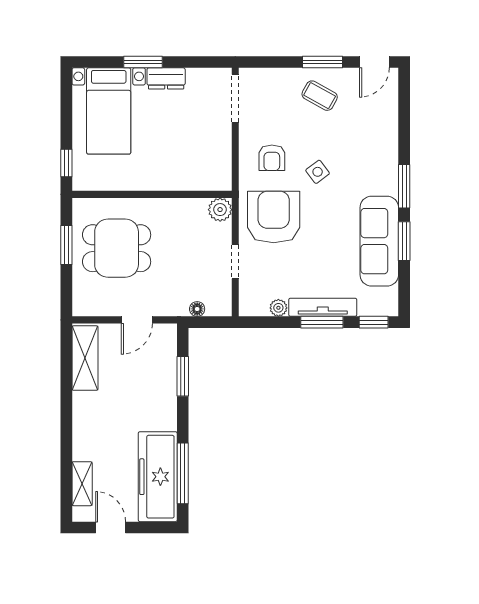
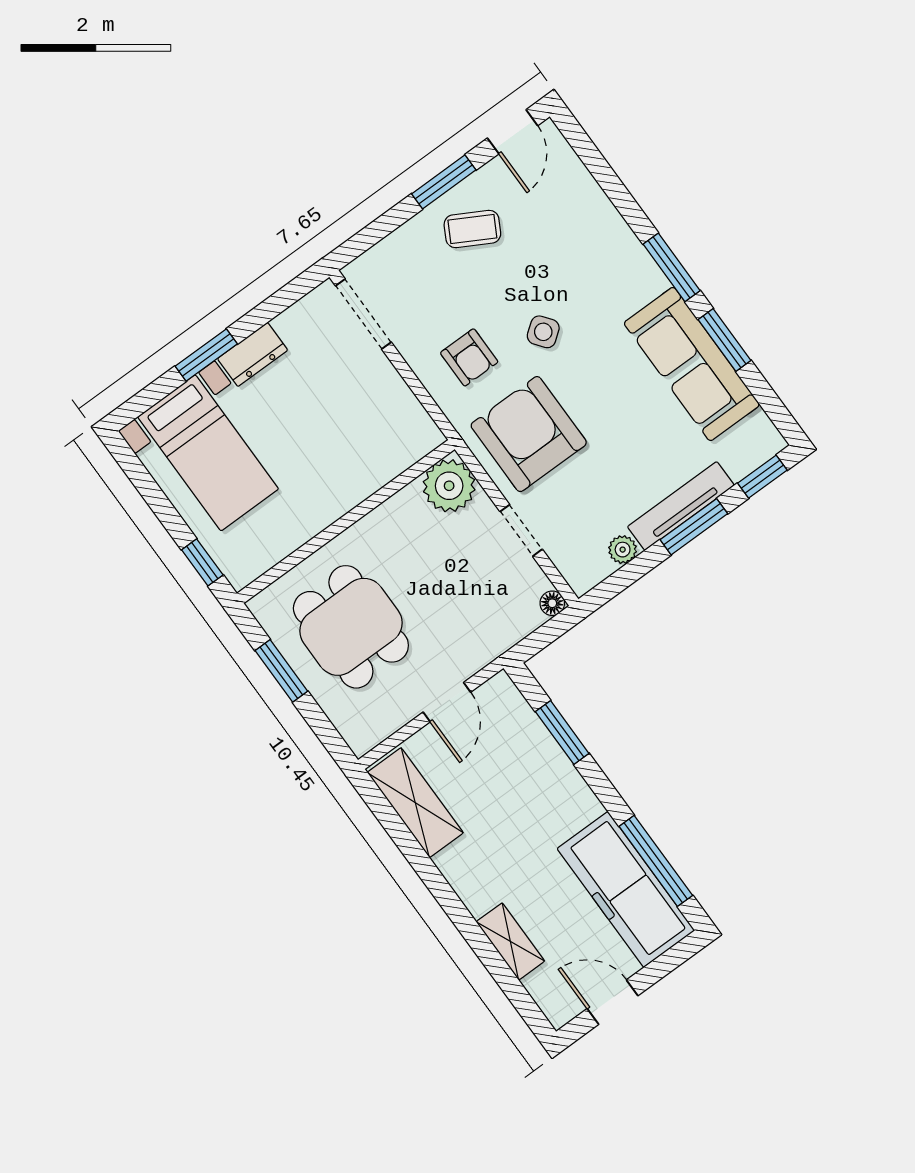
plant: (220, 210) -> (449, 486), width x1.36, depth x1.36
dining table: (117, 248) -> (351, 627), turned 90
floor lamp: (197, 309) -> (552, 603), moved
shelving: (82, 484) -> (510, 941), moved

